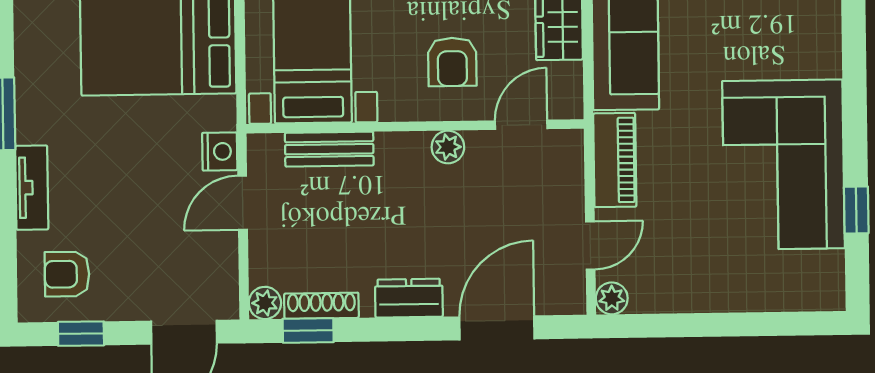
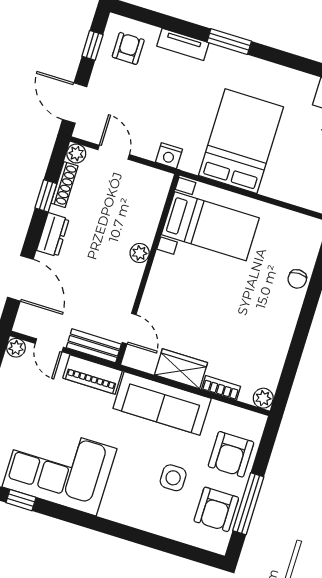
armchair: (452, 62) -> (177, 302), removed
plant: (448, 147) -> (140, 253), moved
bench: (329, 149) -> (94, 346), moved, turned 90
door: (243, 203) -> (114, 152), moved
window: (308, 330) -> (46, 196), moved

